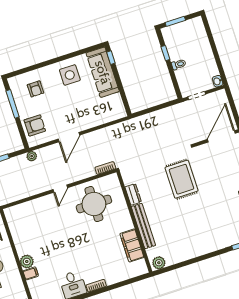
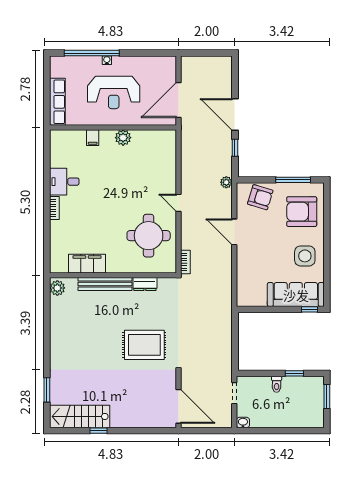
armchair: (35, 89) -> (302, 212), width x1.88, depth x1.88
armchair: (35, 125) -> (260, 197), turned -73
plant: (27, 261) -> (123, 138), moved

